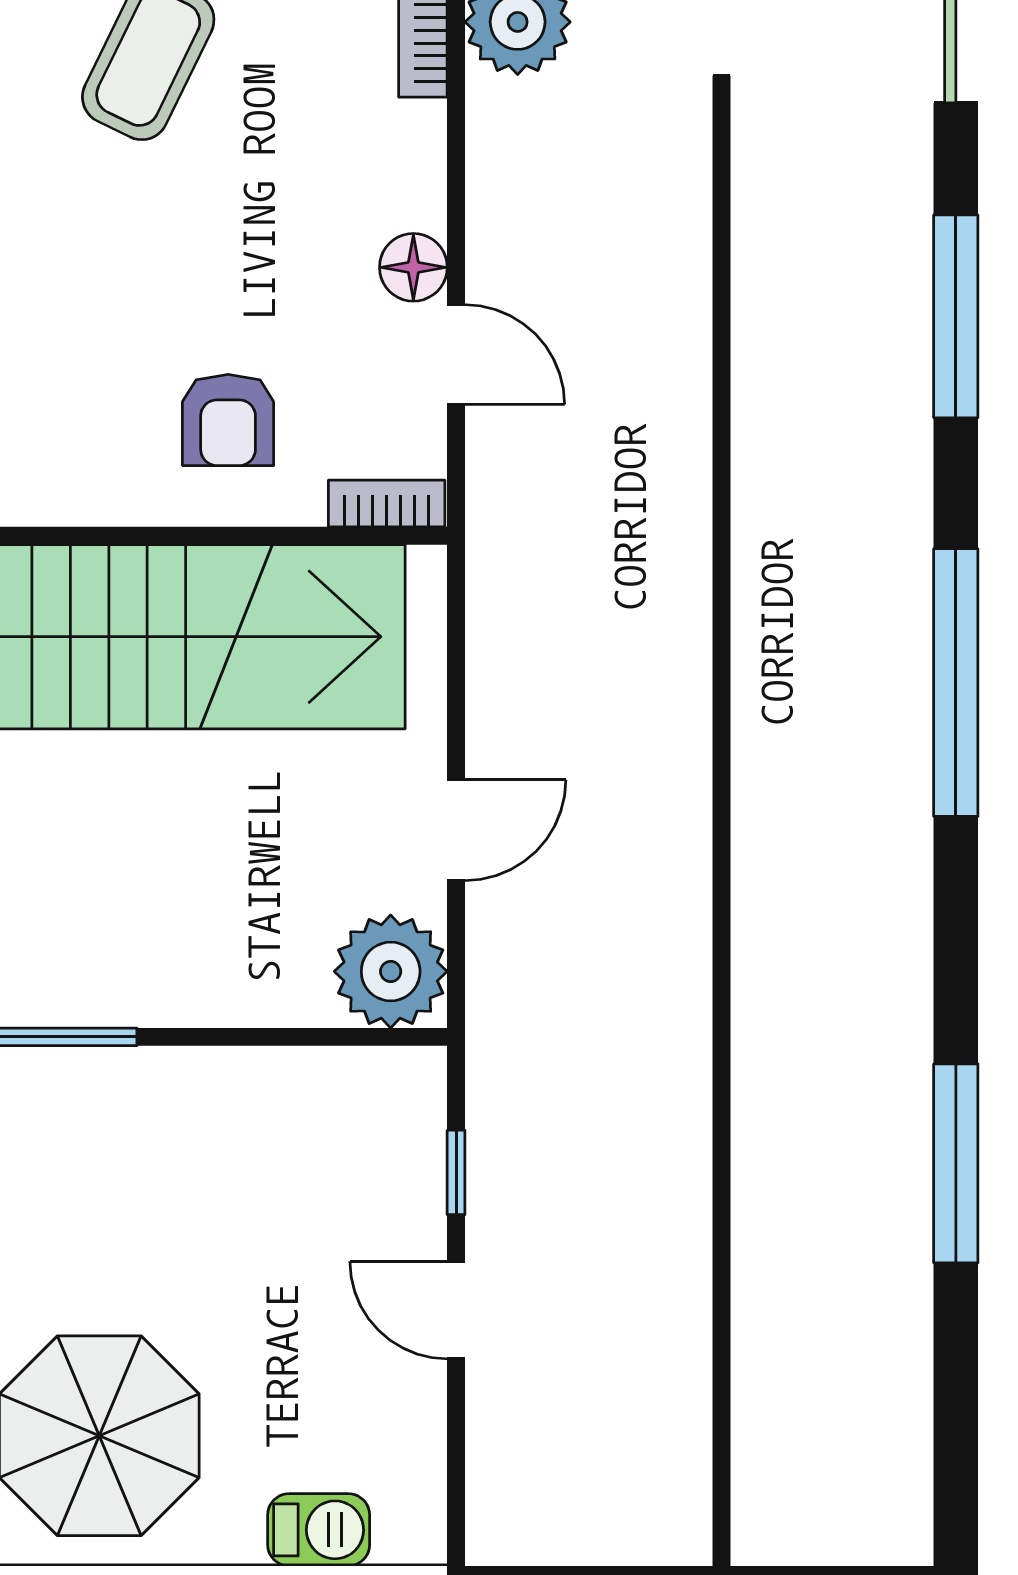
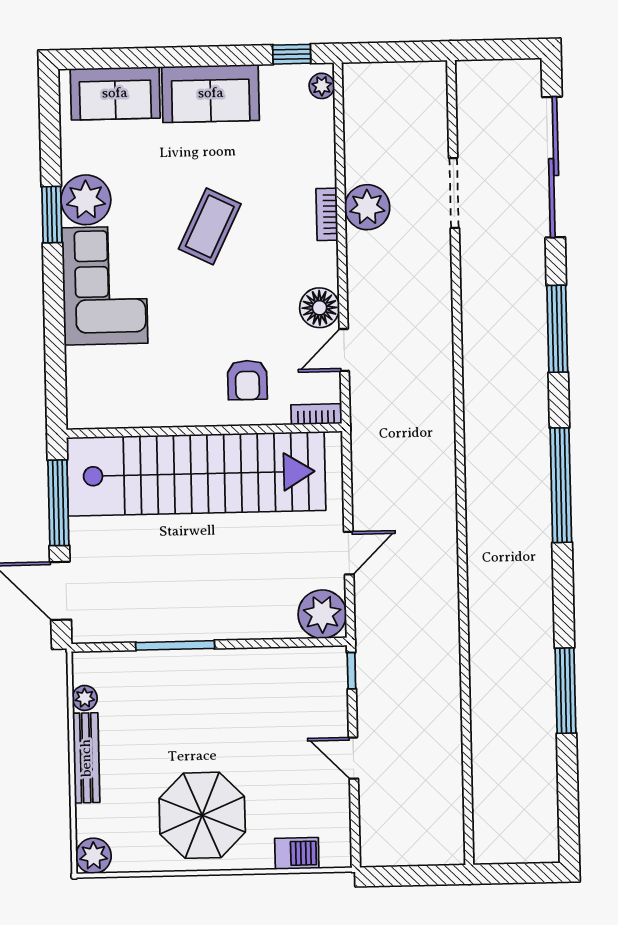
floor lamp: (413, 267) -> (320, 308), width x1.38, depth x1.38
door: (456, 355) -> (344, 350), swing flipped
window: (456, 1172) -> (351, 671), moved

